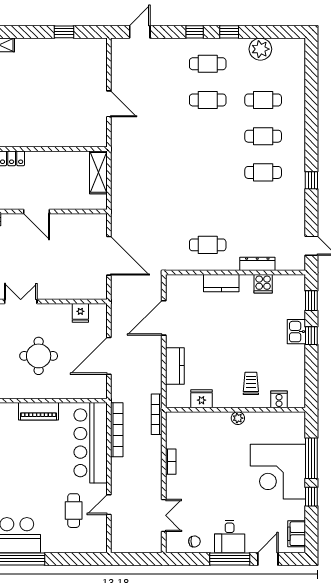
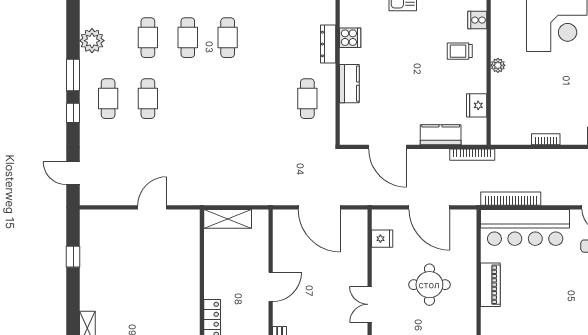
window: (229, 32) -> (73, 75), width x1.50
door: (109, 256) -> (319, 207), swing flipped
bookcase: (157, 414) -> (472, 155), moved

